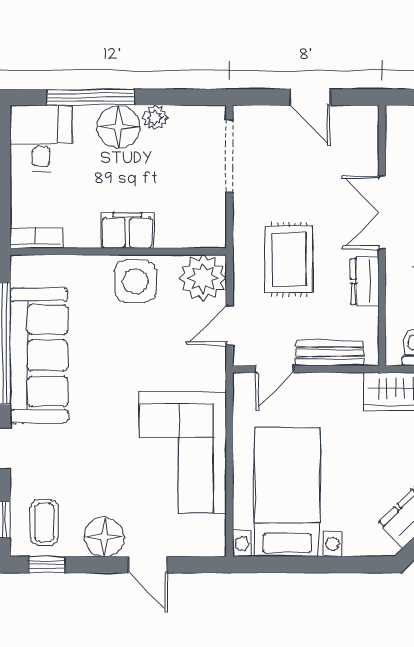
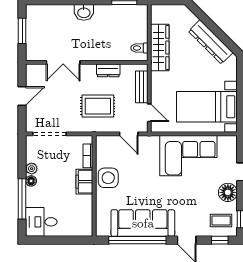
floor lamp: (119, 127) -> (31, 181), width x0.53, depth x0.53
double door: (382, 213) -> (63, 62), moved
bookcase: (36, 238) -> (88, 156), moved
plant: (203, 278) -> (107, 146), removed

